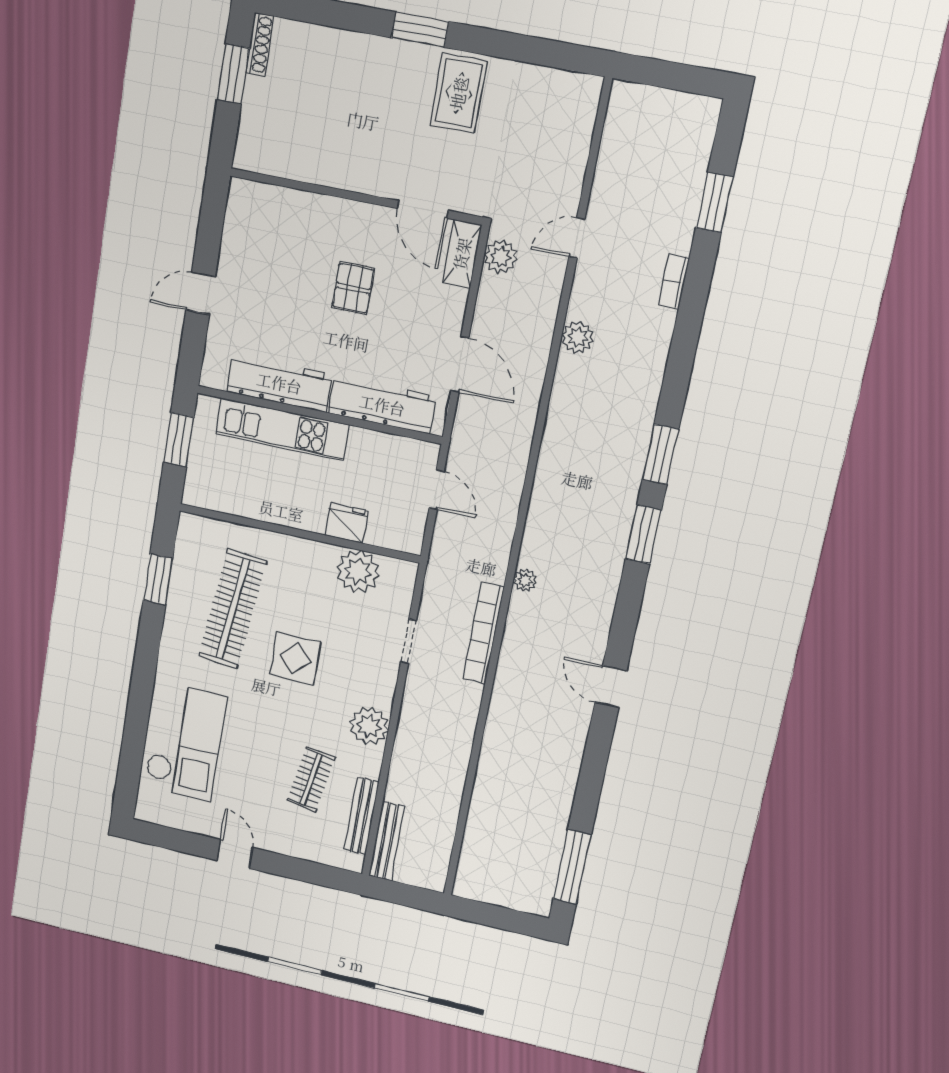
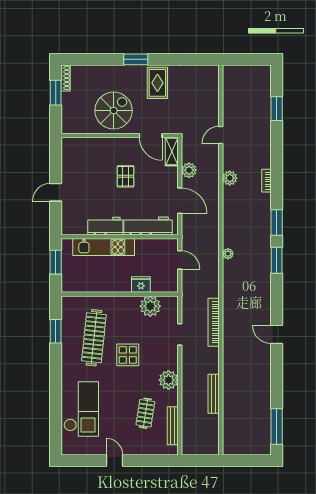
spiral stairs: (352, 138) -> (114, 111), added
plant: (501, 257) -> (189, 170), moved
bookcase: (674, 282) -> (266, 181), moved
workbench: (279, 383) -> (105, 226), width x0.73
plant: (525, 580) -> (228, 254), moved
bench: (387, 841) -> (214, 394), moved

